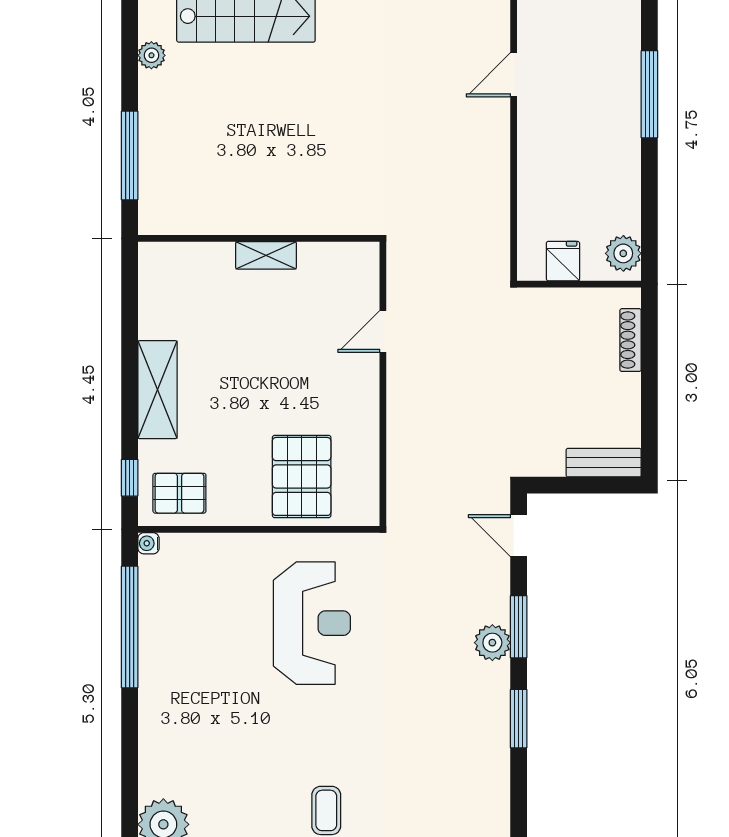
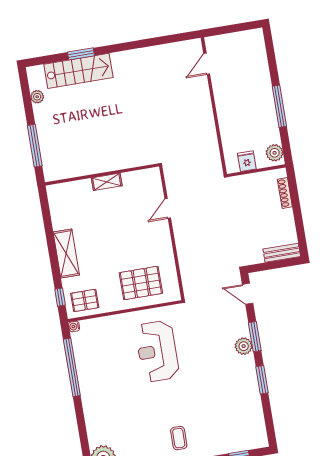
door: (514, 75) -> (207, 64), moved
window: (649, 94) -> (279, 106), moved
pallet: (302, 476) -> (141, 283), turned 90
reception desk: (312, 623) -> (157, 351), turned 180

